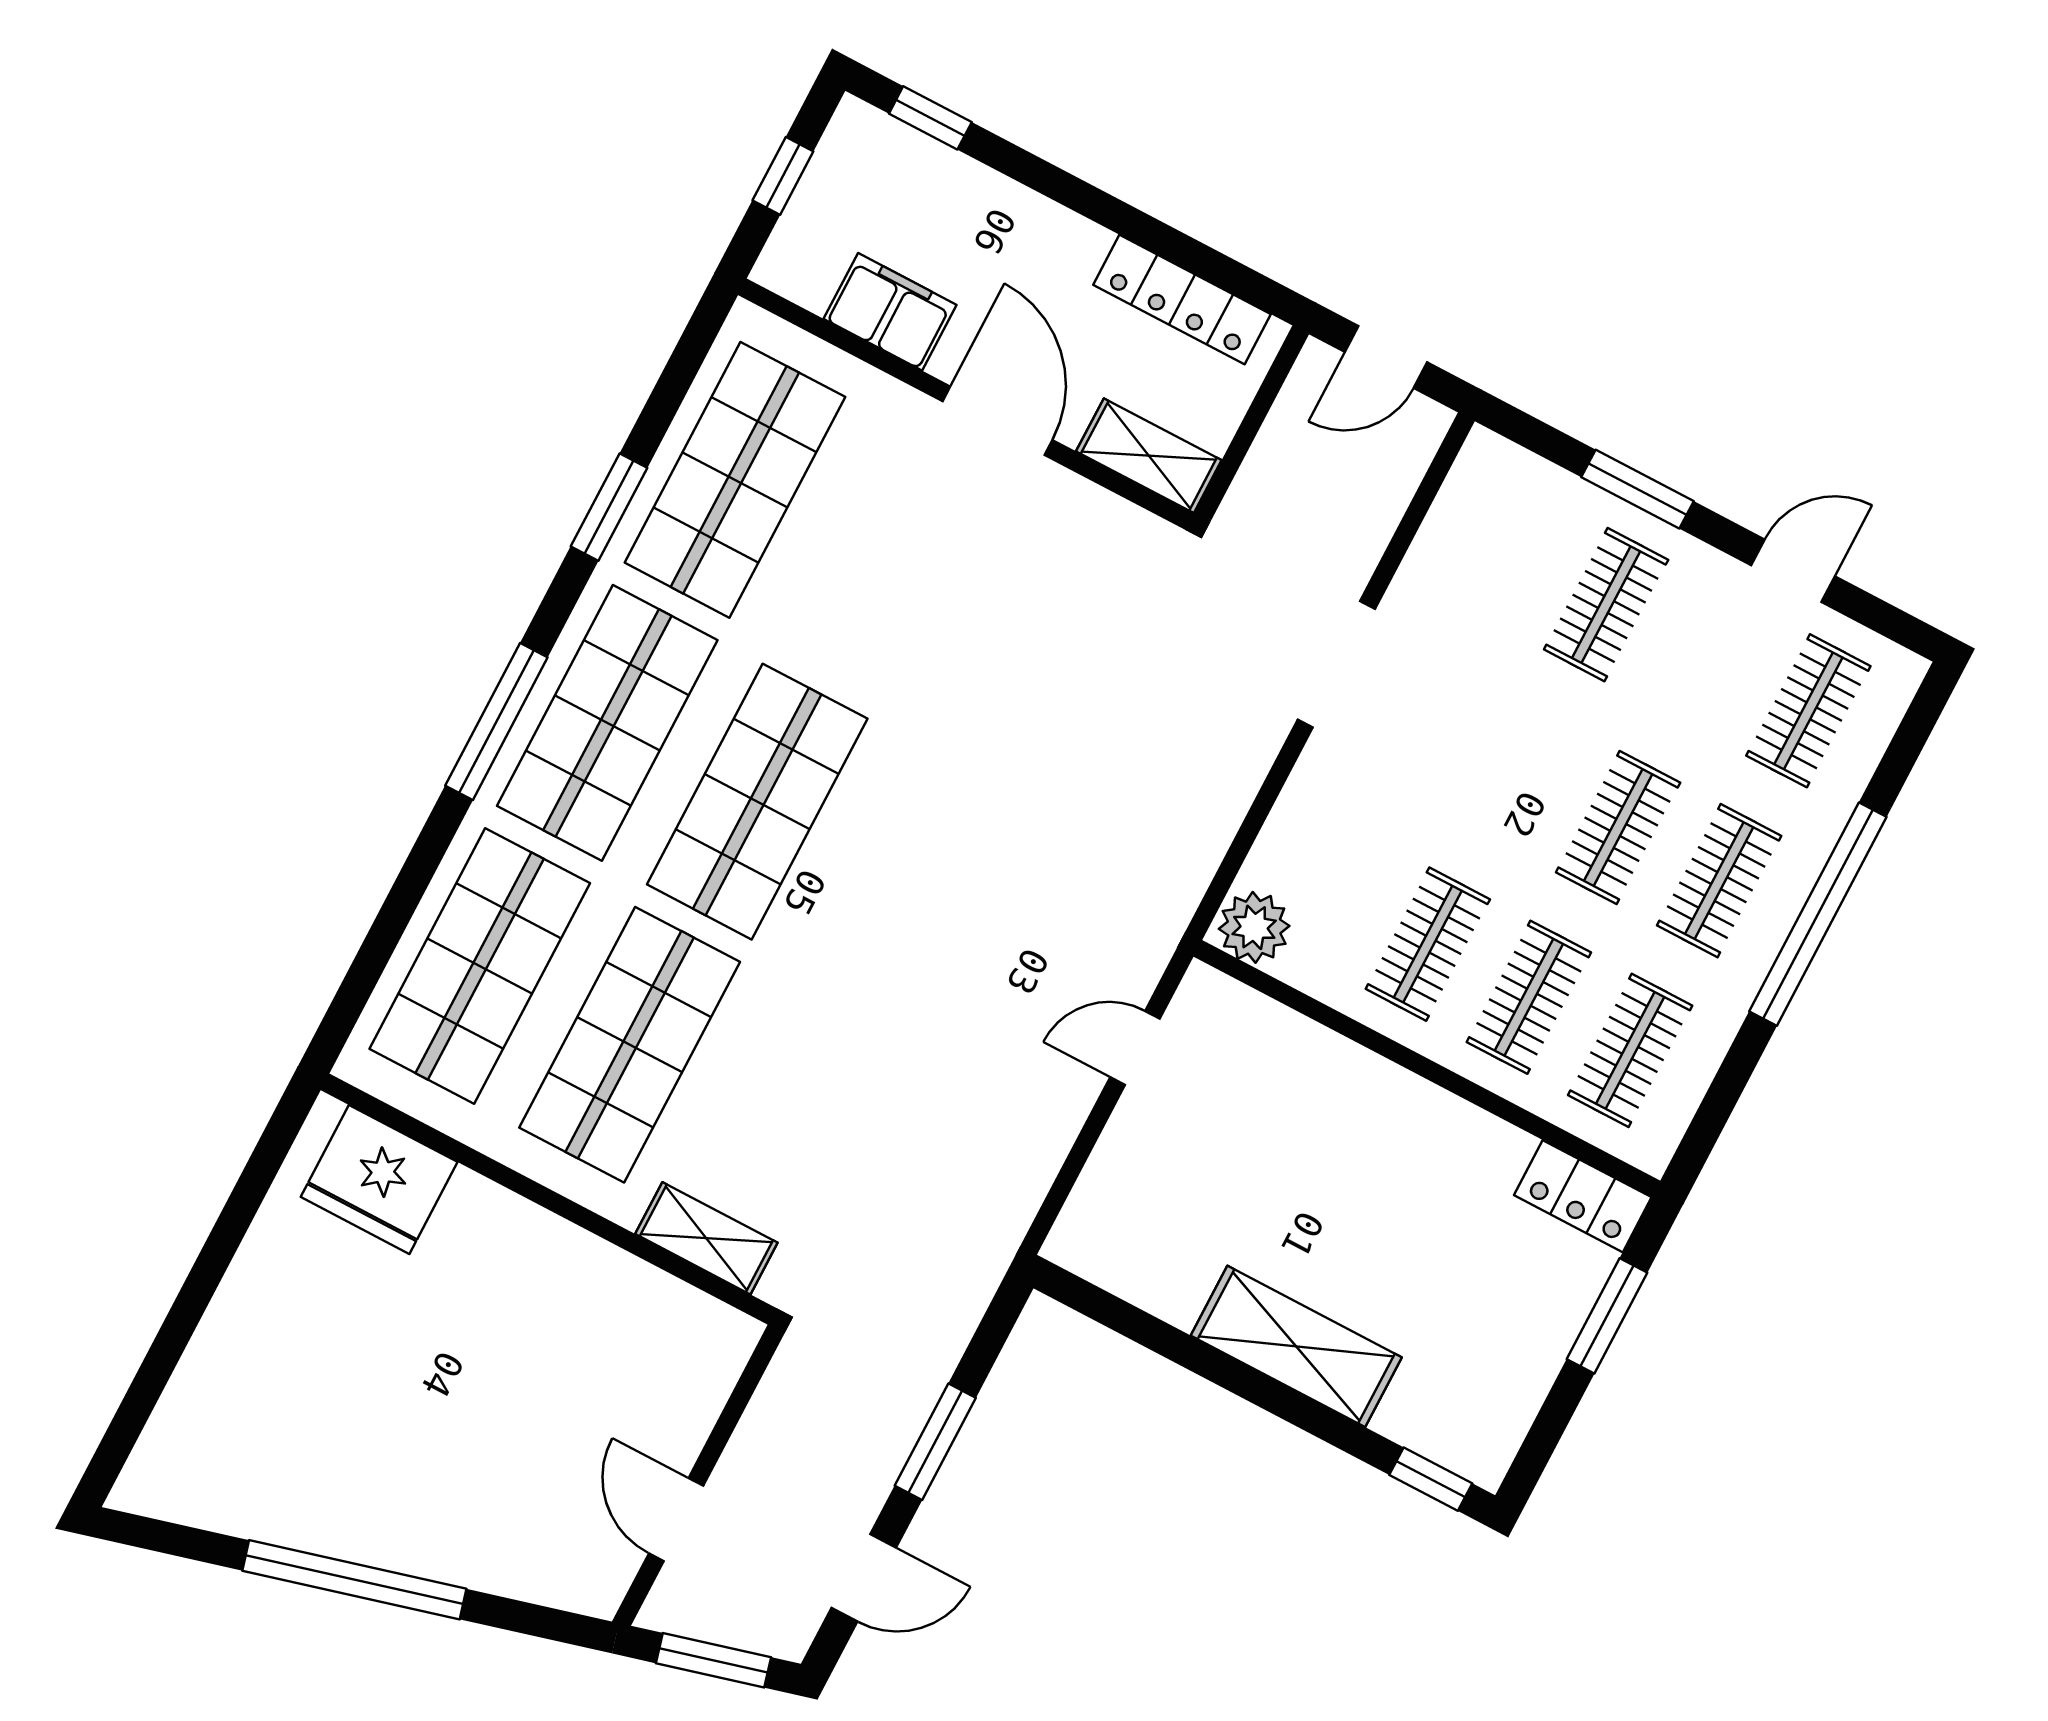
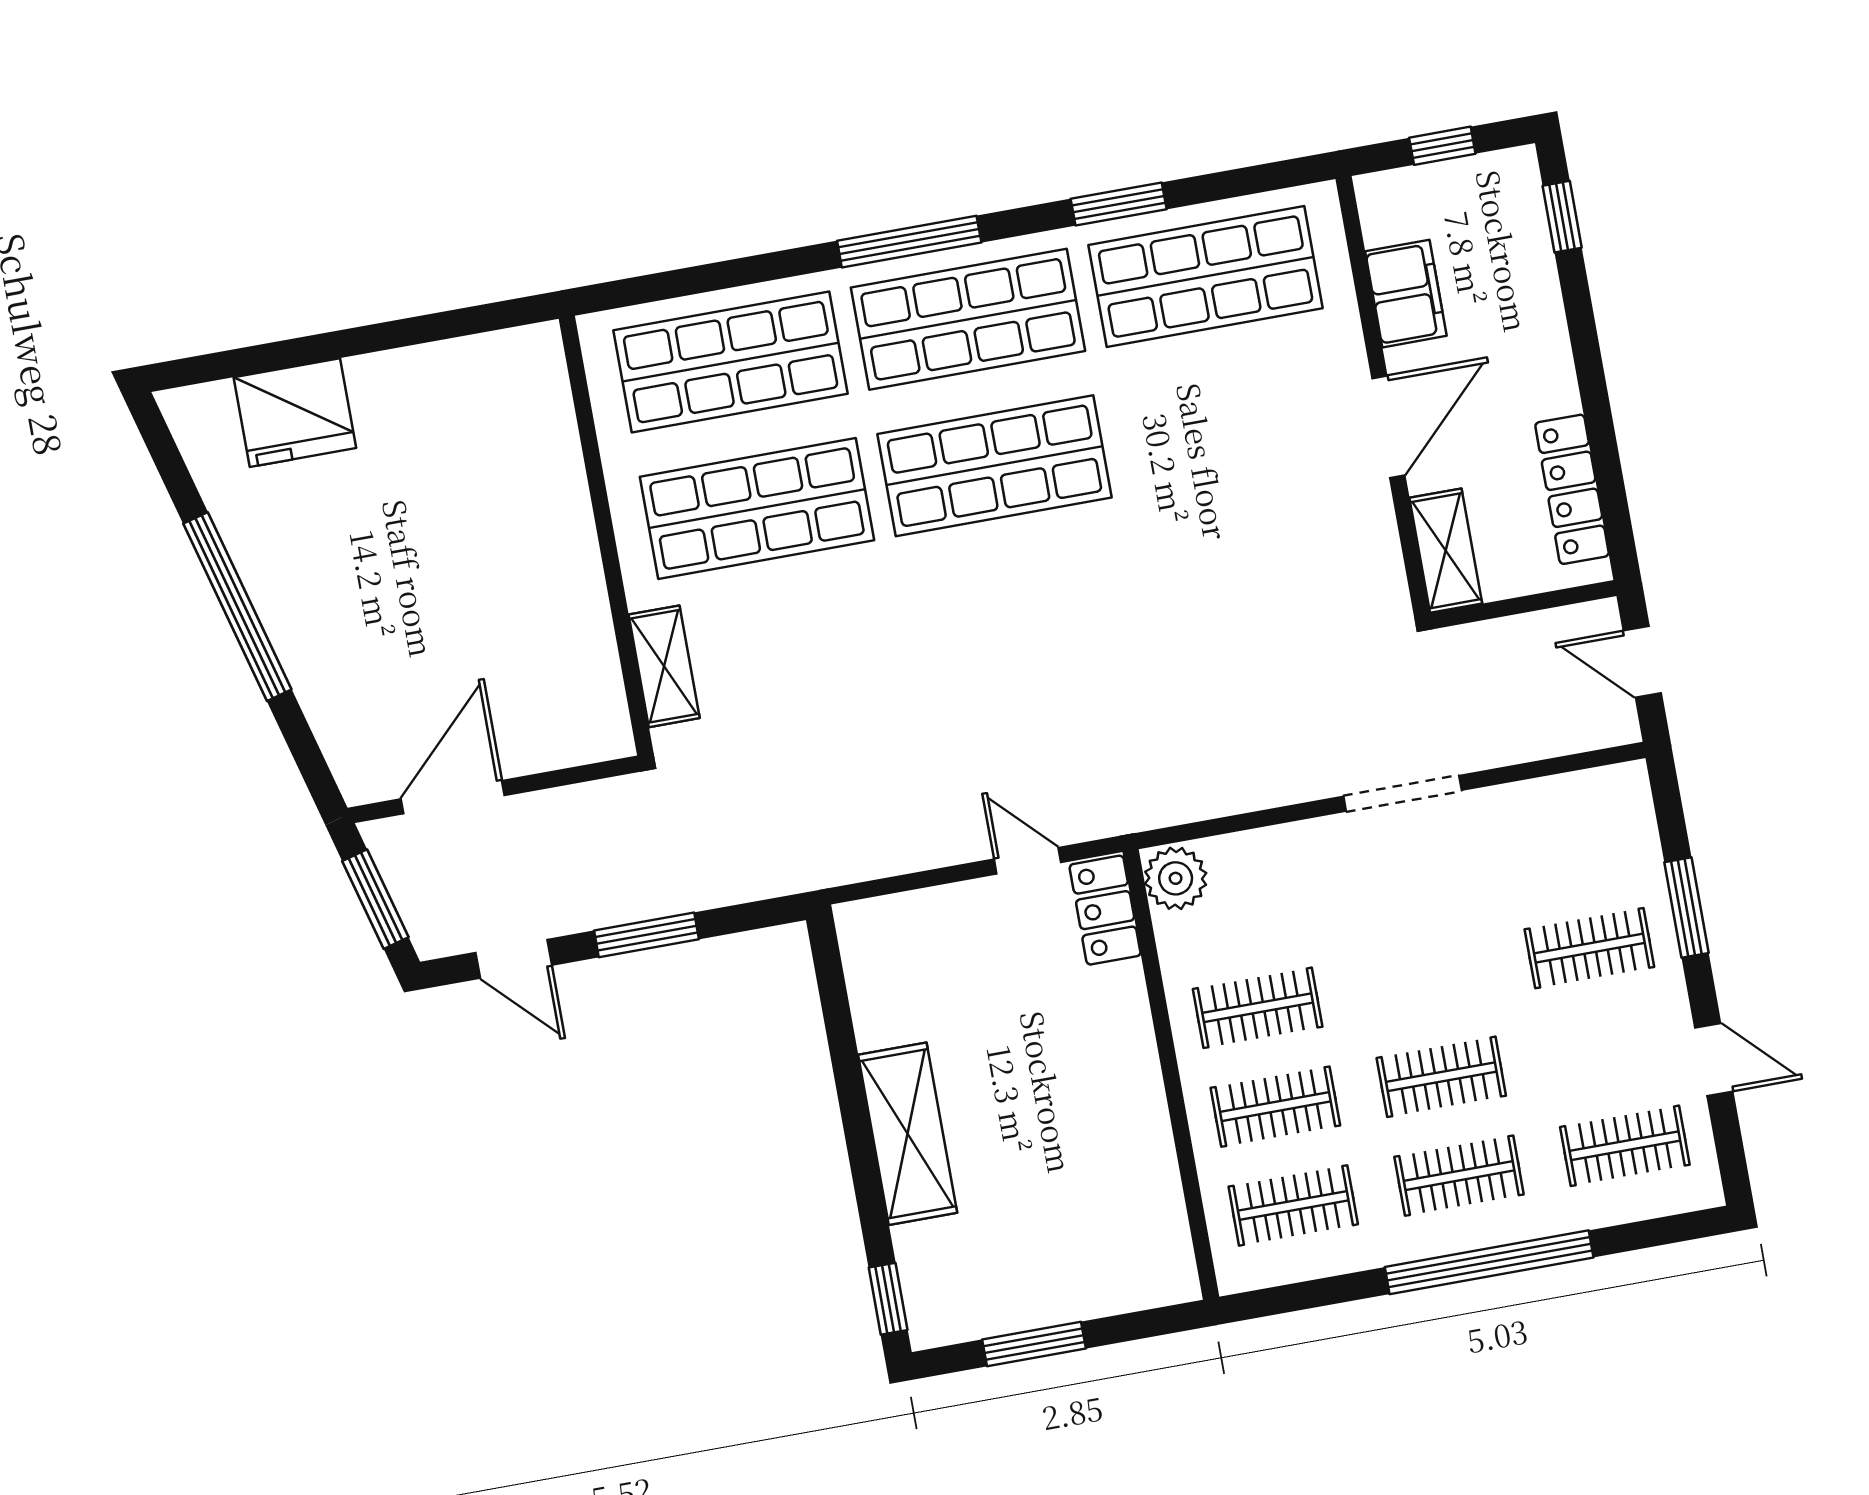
fridge: (379, 1179) -> (295, 413), moved, turned -90
locker: (1583, 1196) -> (1105, 910), moved
window: (1607, 1316) -> (1034, 1344), moved
door: (676, 1520) -> (453, 797), width x1.38

